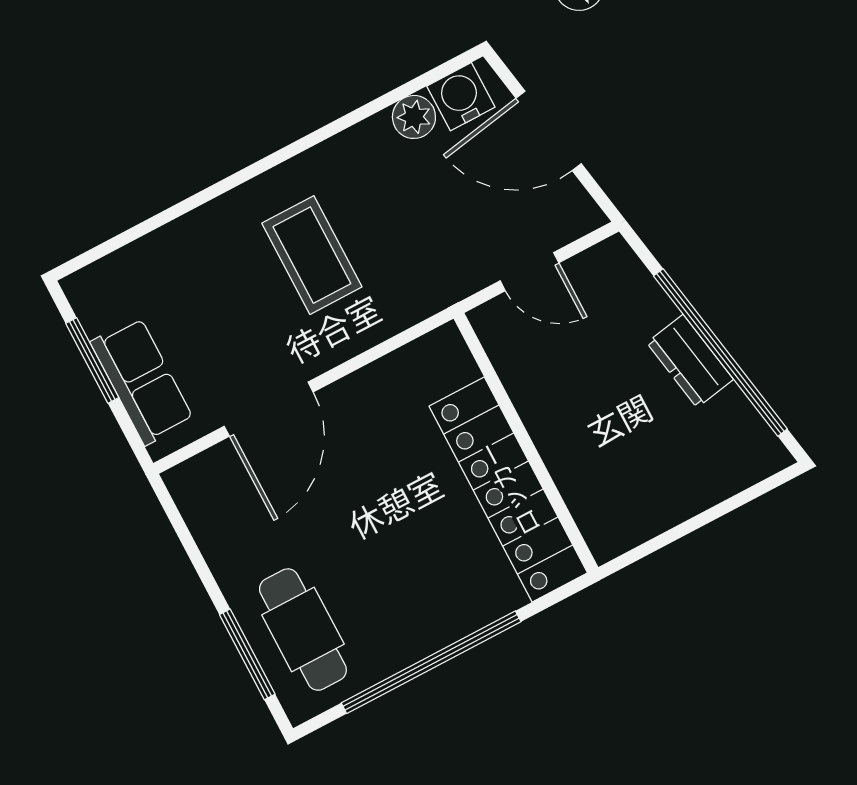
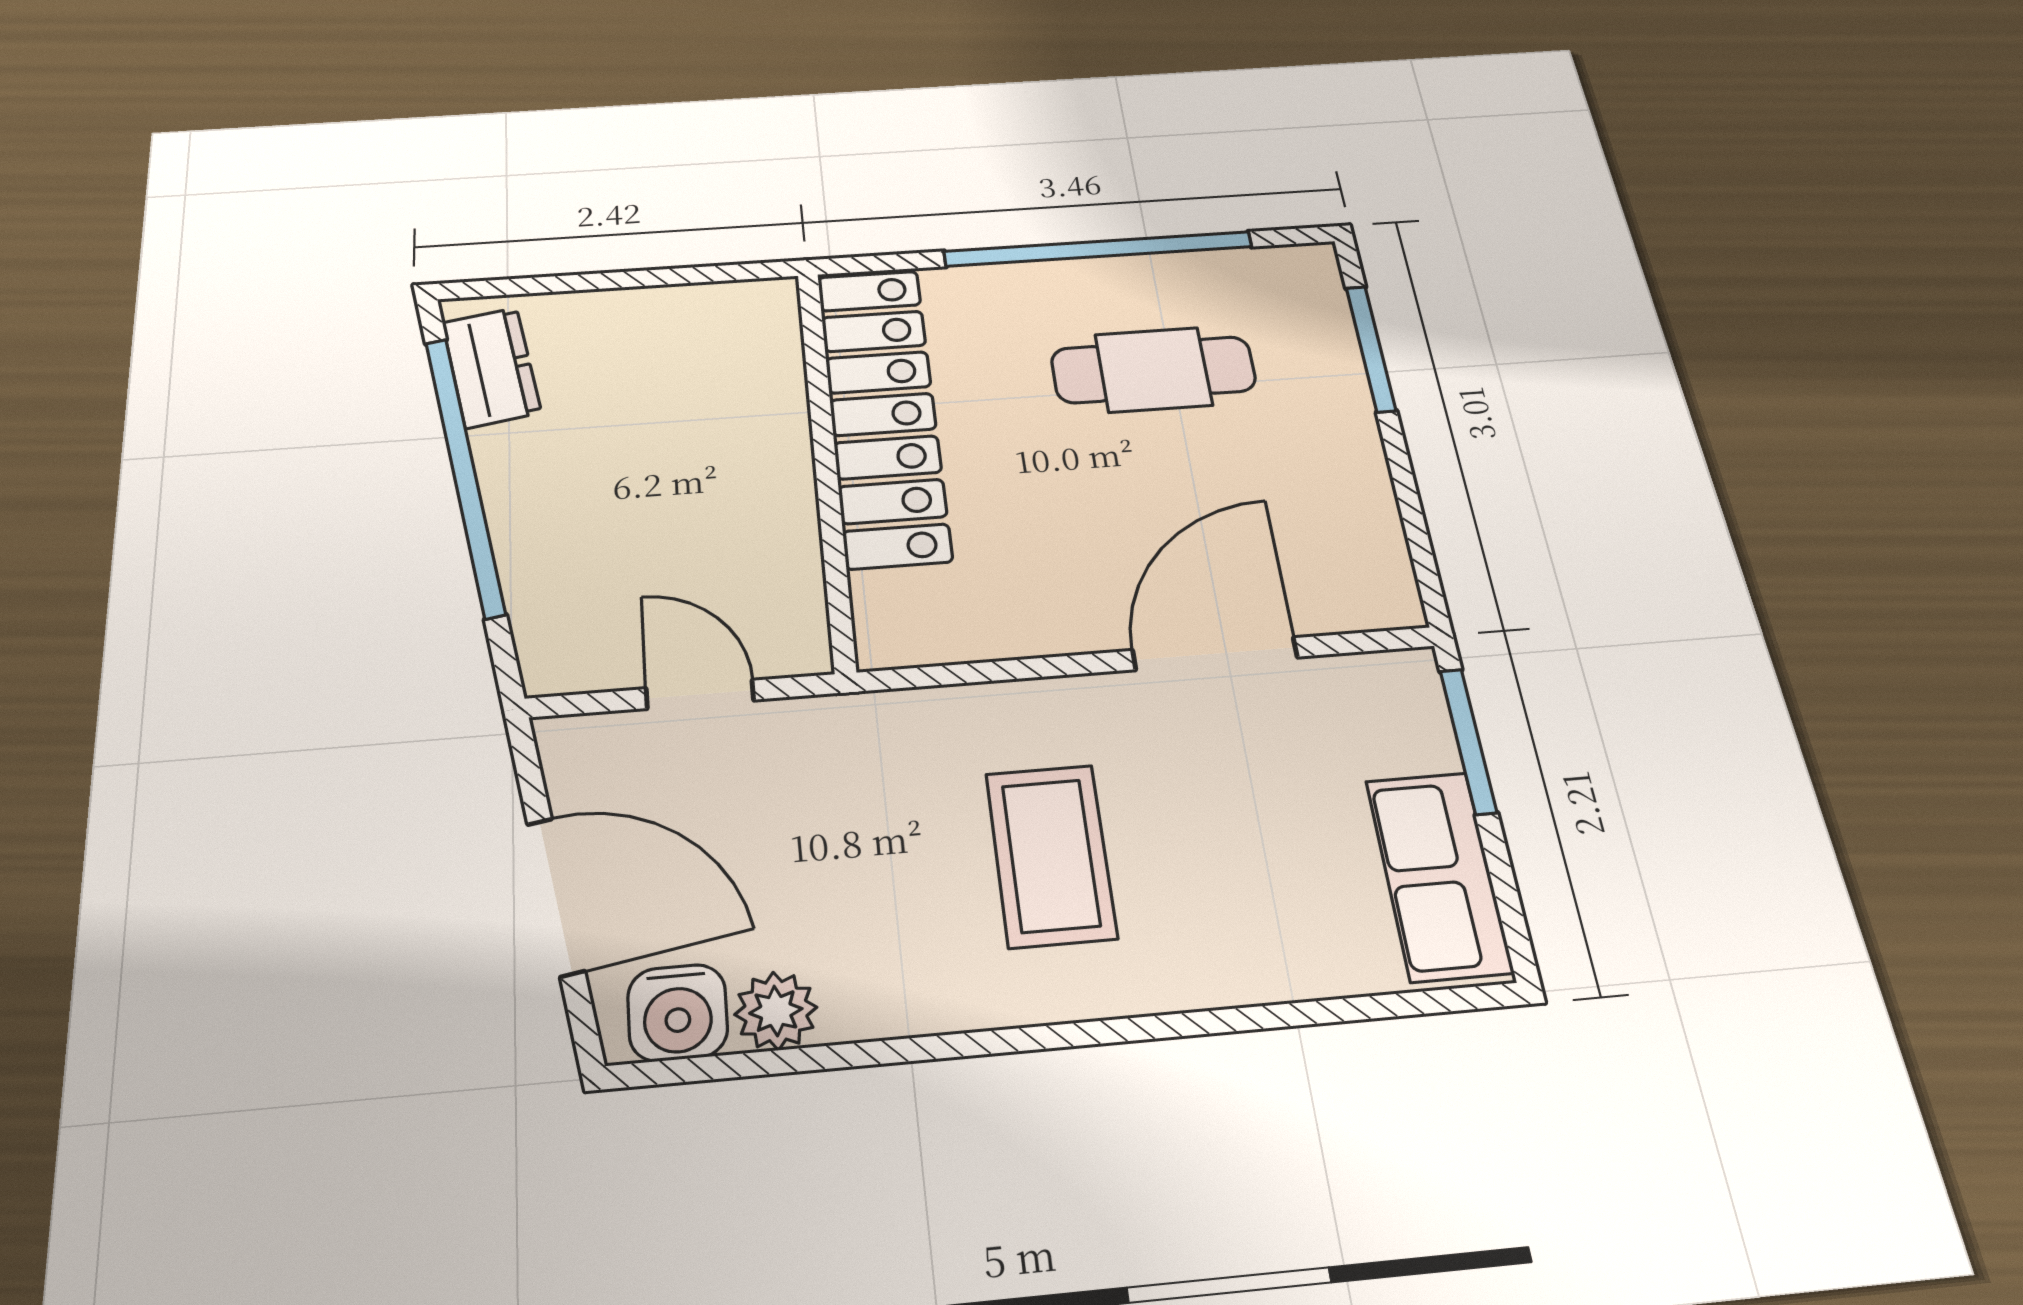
window: (92, 360) -> (1468, 741), moved
dresser: (690, 361) -> (491, 367), moved
row of seats: (142, 381) -> (1439, 875), moved
cafe table: (303, 630) -> (1153, 370), moved, turned 90

